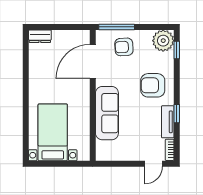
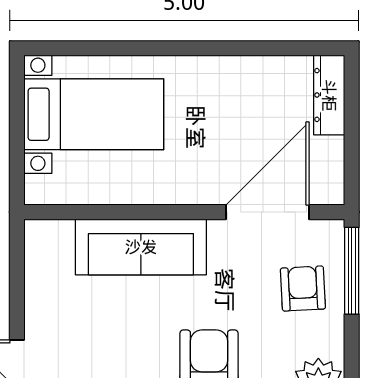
dresser: (40, 36) -> (329, 95), width x1.44
door: (93, 61) -> (267, 212), hinge flipped

